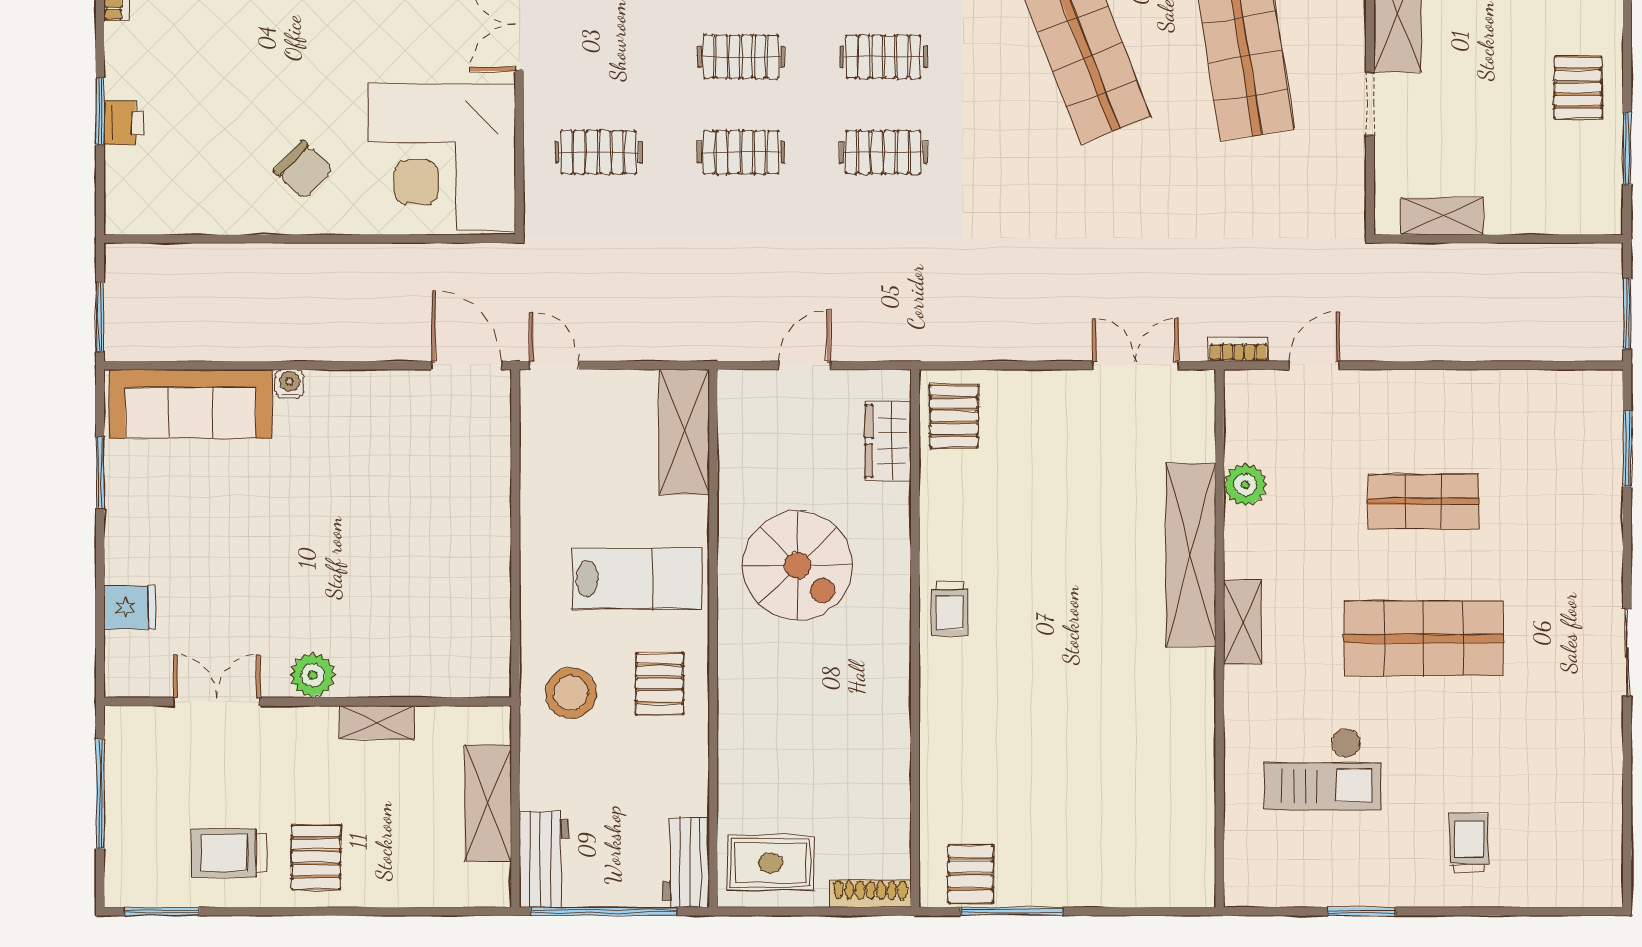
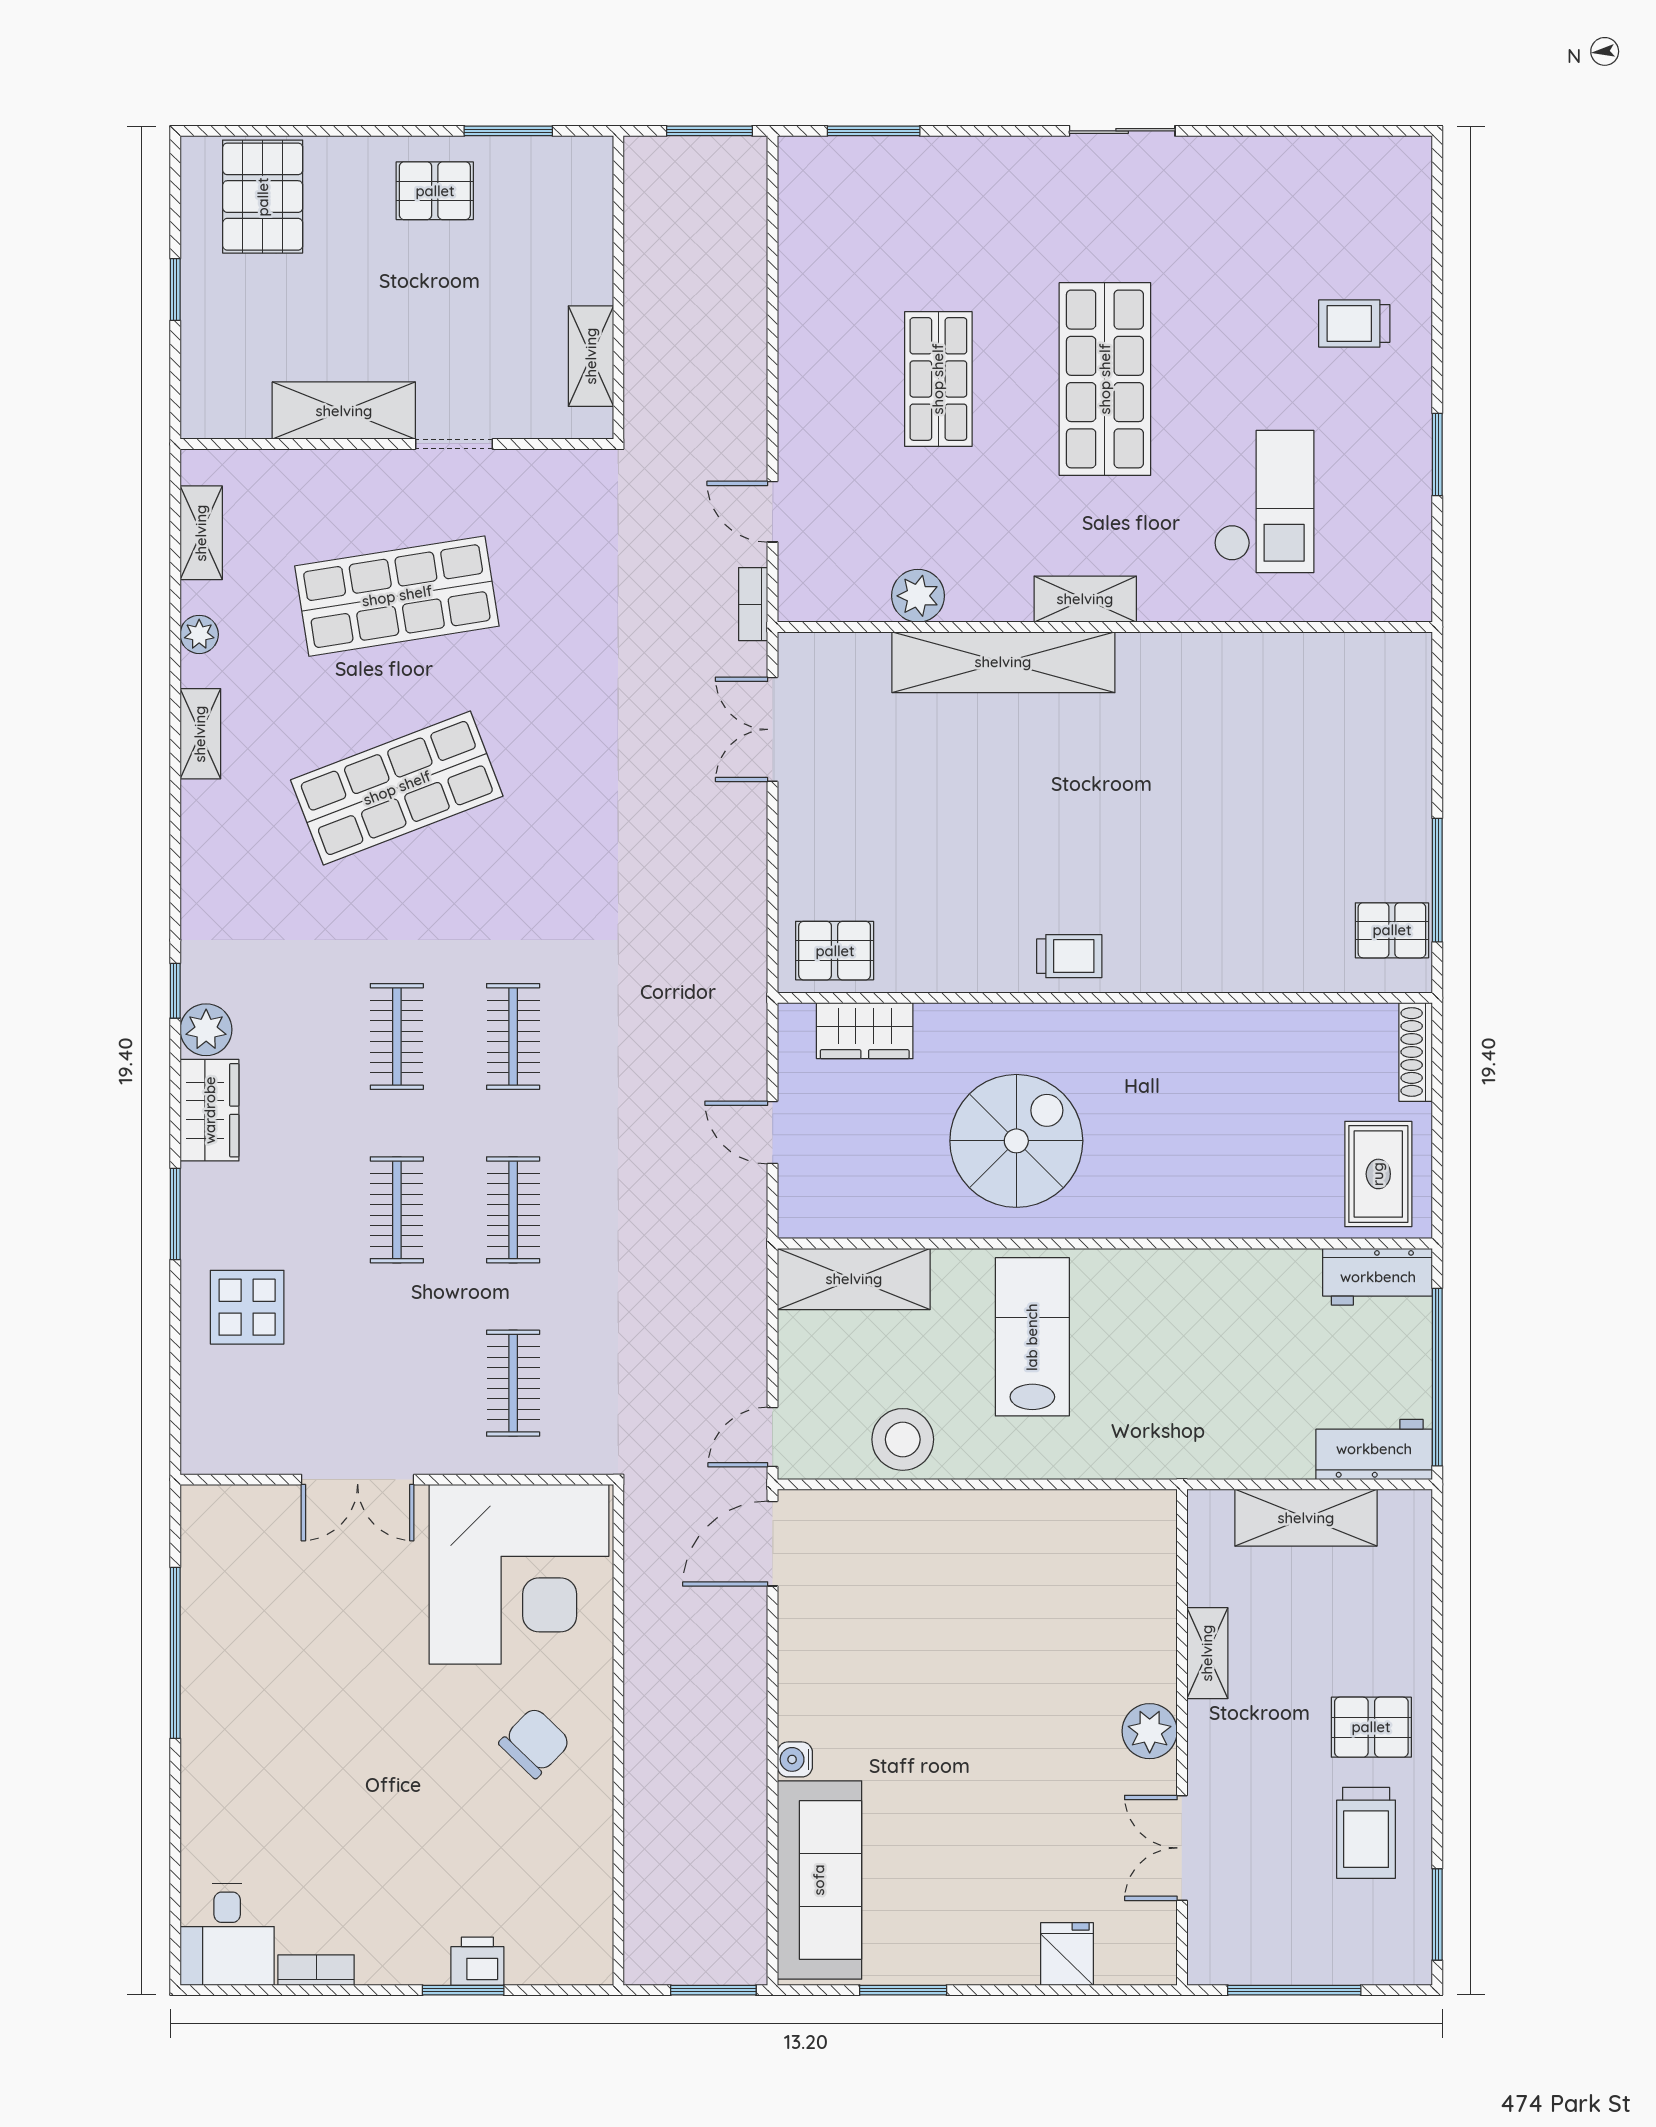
pallet: (659, 684) -> (1160, 1309), removed
stool: (571, 693) -> (903, 1439), moved

